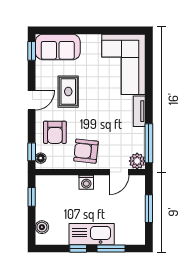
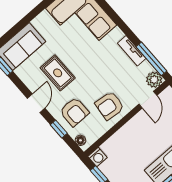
tv unit: (139, 111) -> (132, 51), moved
window: (32, 152) -> (59, 129), moved
washing machine: (86, 182) -> (98, 157), moved

